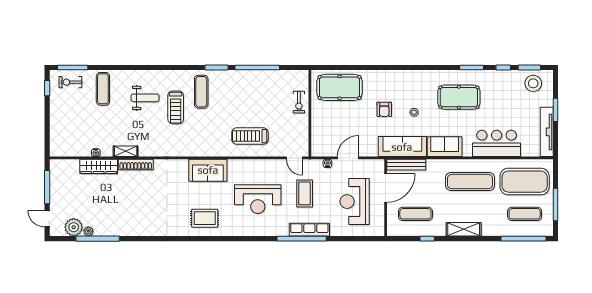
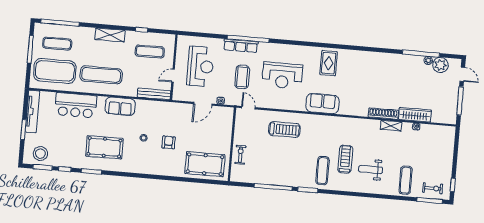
sofa: (402, 147) -> (156, 109), removed
door: (386, 188) -> (173, 76), width x0.53
reception desk: (258, 199) -> (282, 75), turned 180
rug: (205, 218) -> (329, 63), turned 90

